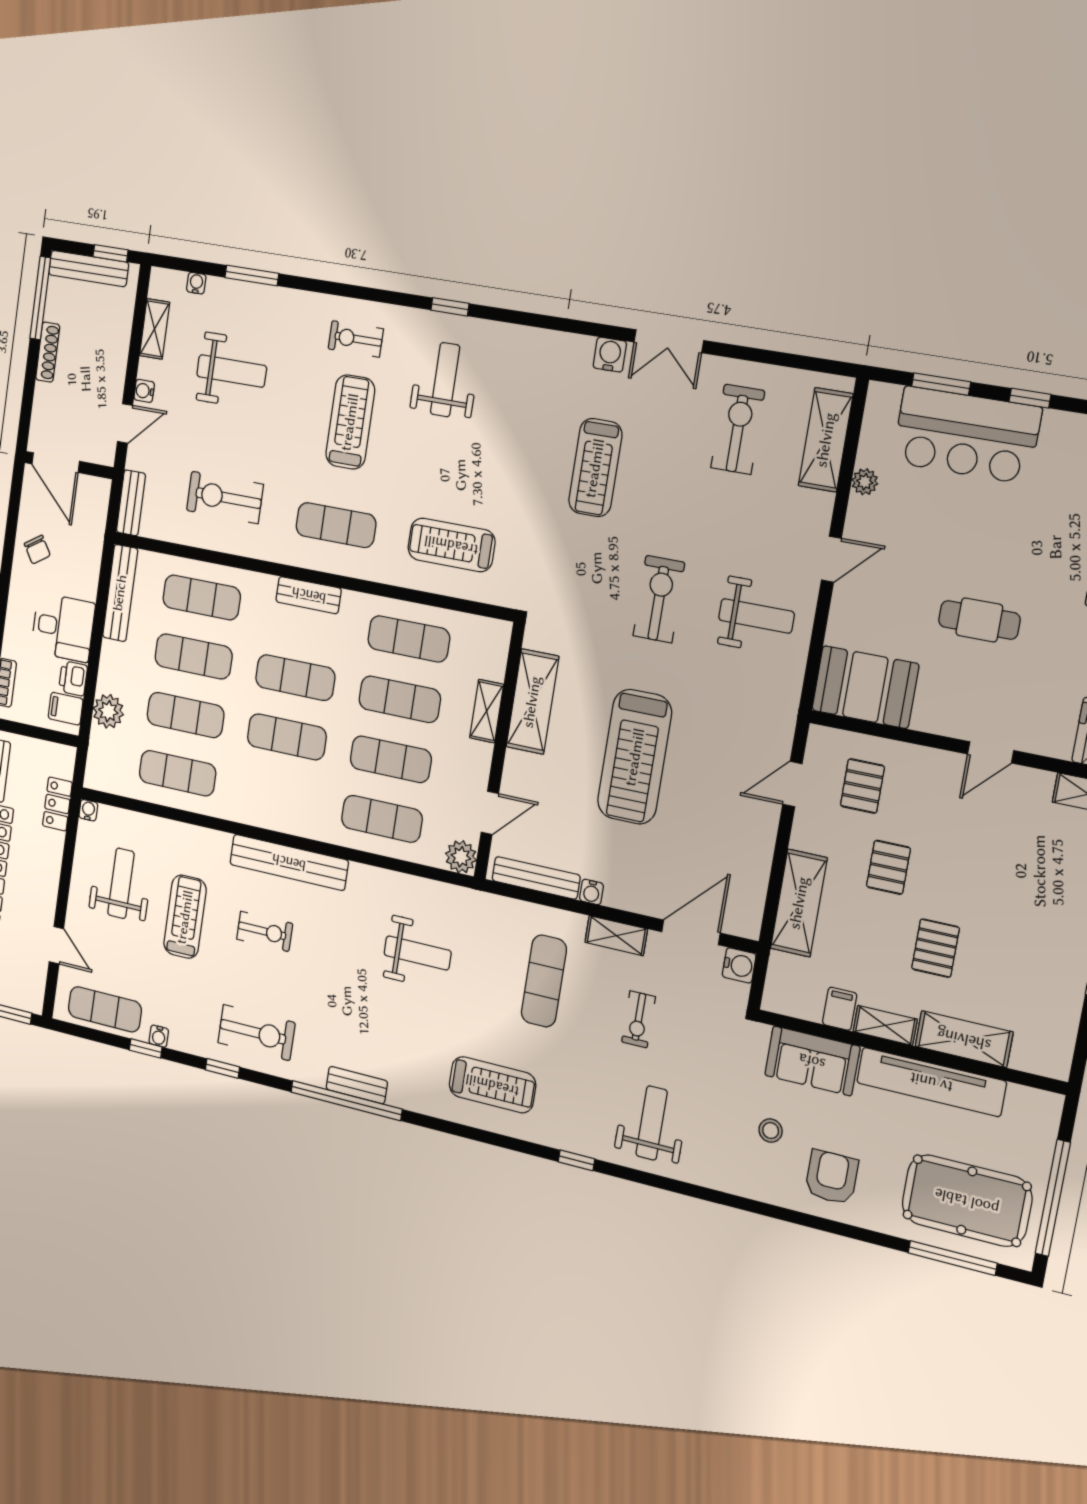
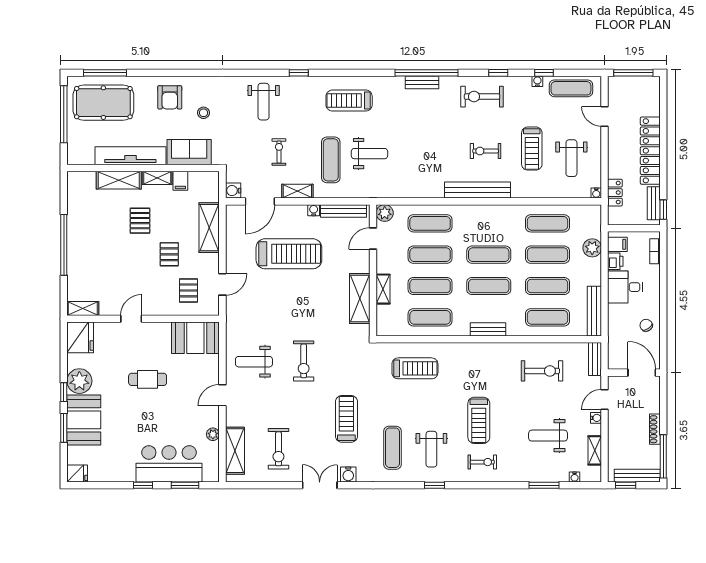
exercise mat: (336, 525) -> (392, 448), moved, turned 90
treadmill: (635, 757) -> (289, 254), moved, turned 90
weight bench: (418, 953) -> (369, 154), moved, turned 180

